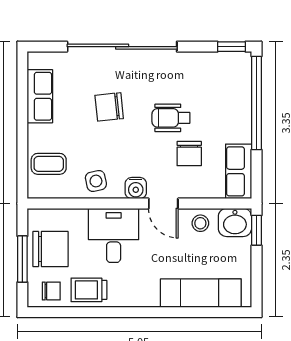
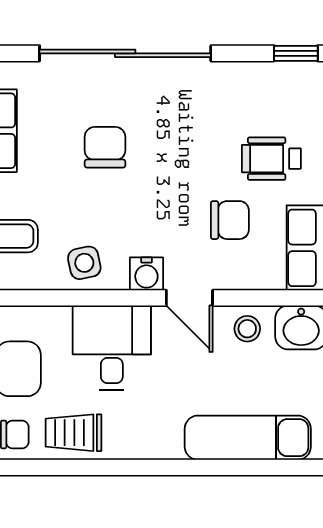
chair: (109, 107) -> (105, 147), turned 96
wheelchair: (171, 118) -> (271, 159), moved
chair: (189, 154) -> (230, 220), turned -90

